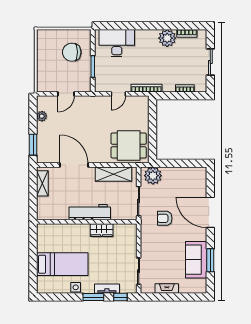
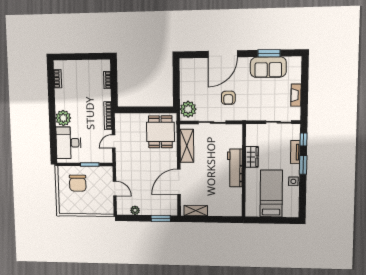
plant: (167, 38) -> (63, 118), moved
sliding door: (210, 62) -> (83, 57), removed
door: (118, 94) -> (114, 141), swing flipped
workbench: (90, 212) -> (235, 168), moved
wall: (87, 222) -> (244, 171), moved
wardrobe: (102, 230) -> (252, 157), moved

